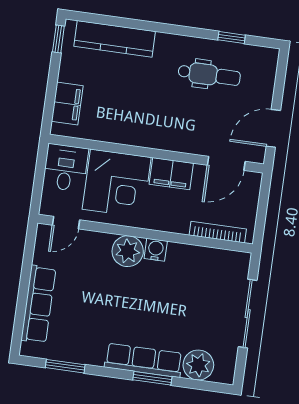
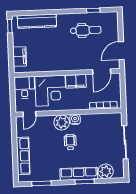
wheelchair: (138, 293) -> (70, 142), added

